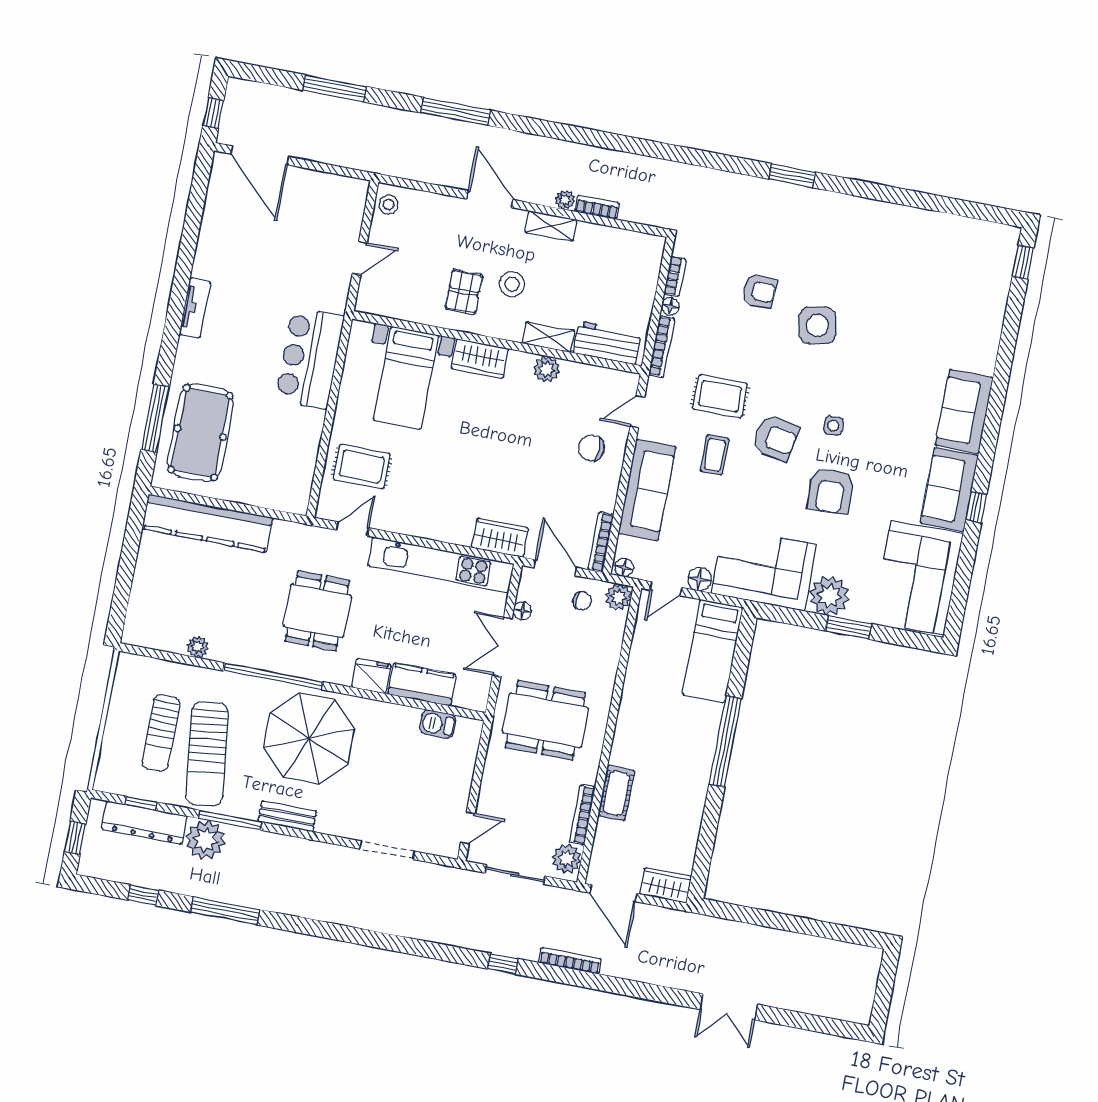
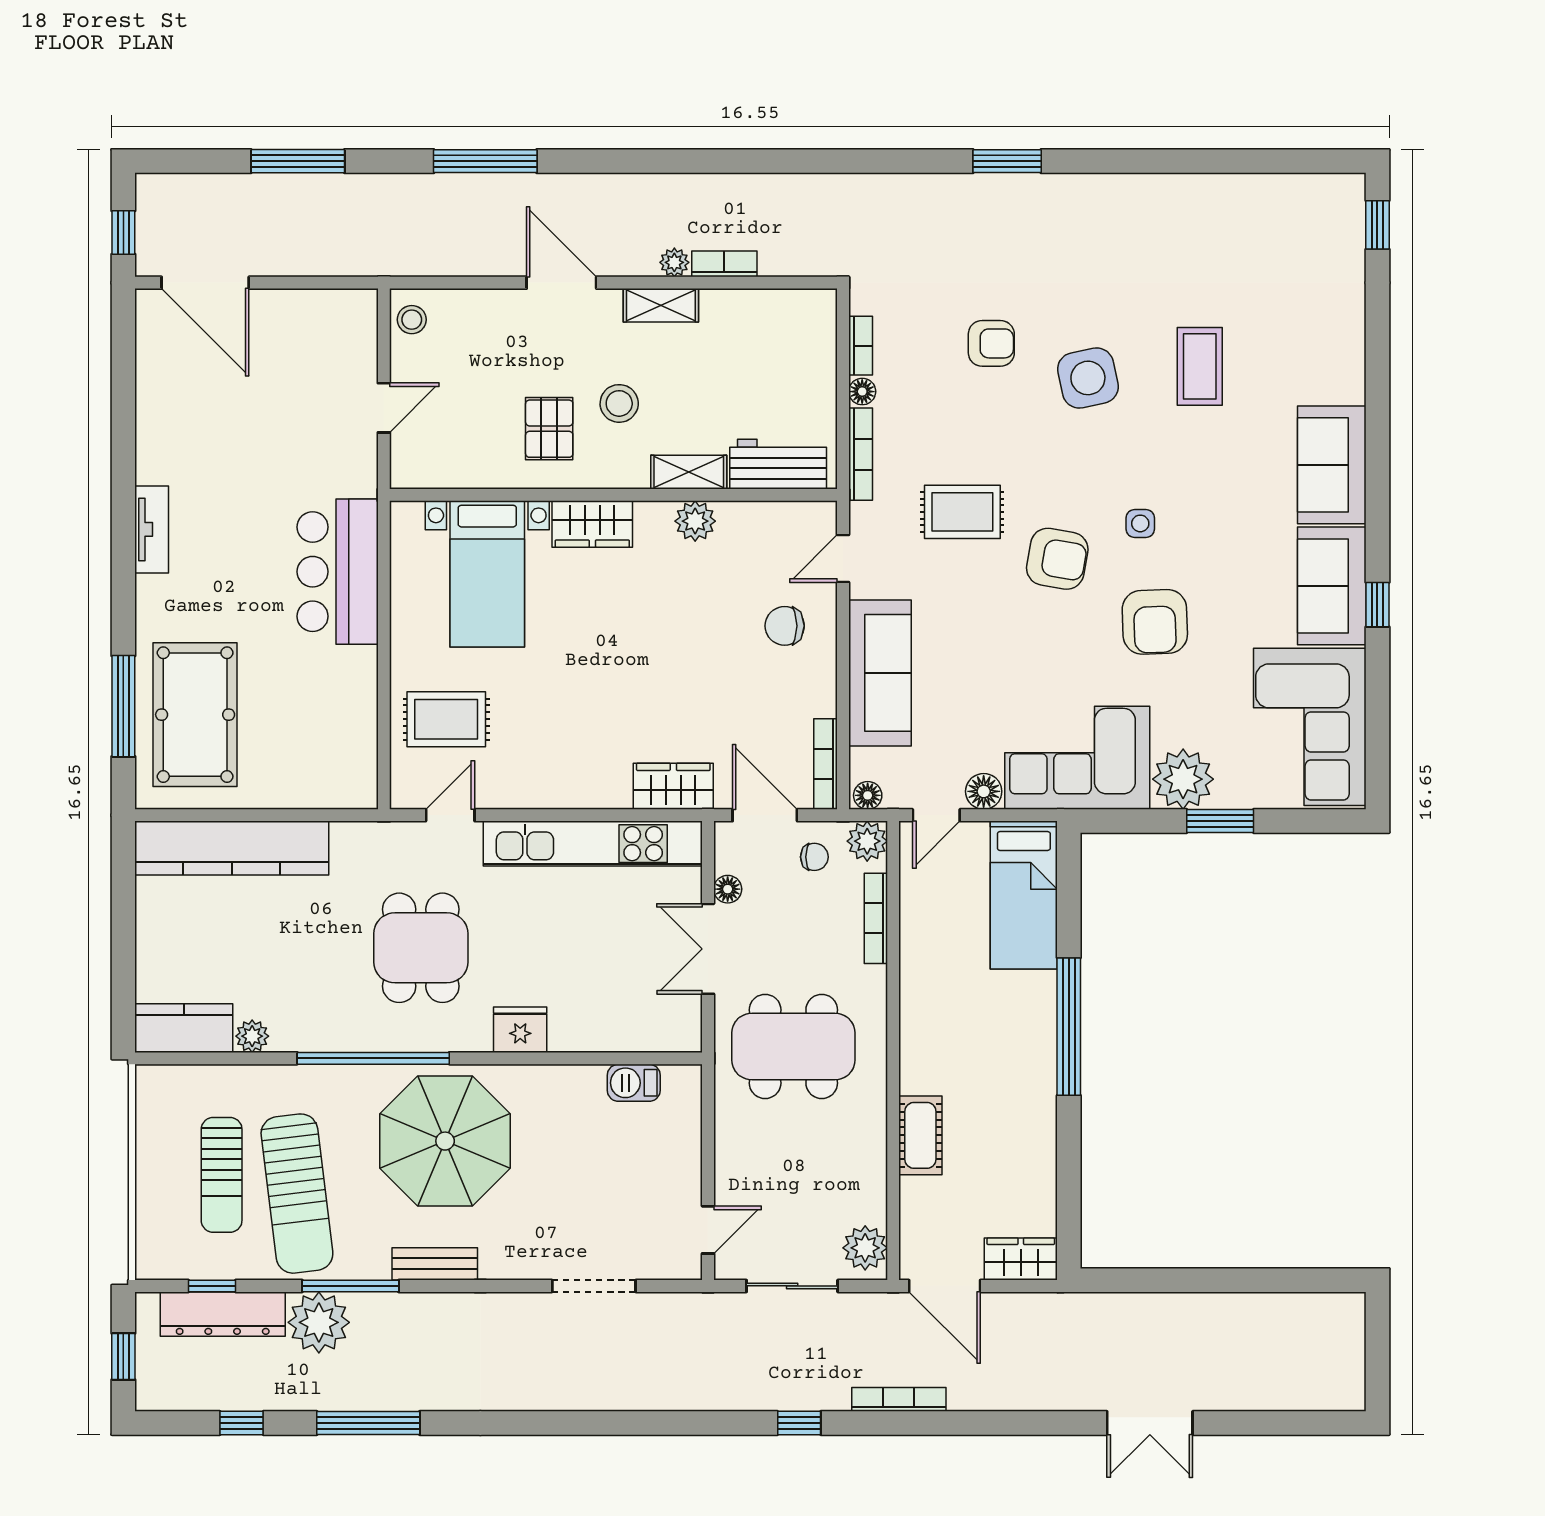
coffee table: (715, 455) -> (1200, 366), moved, width x1.36, depth x1.30
kitchen counter: (422, 684) -> (184, 1028), moved
bookcase: (582, 815) -> (876, 918), moved

